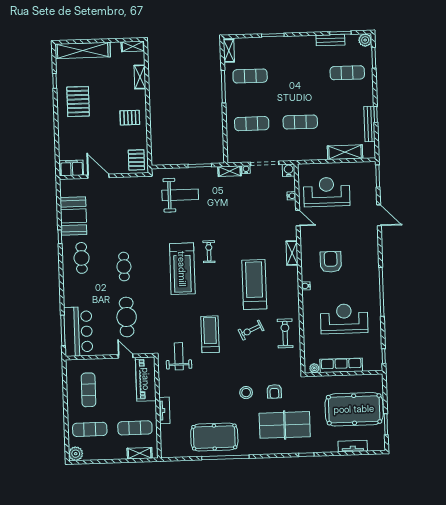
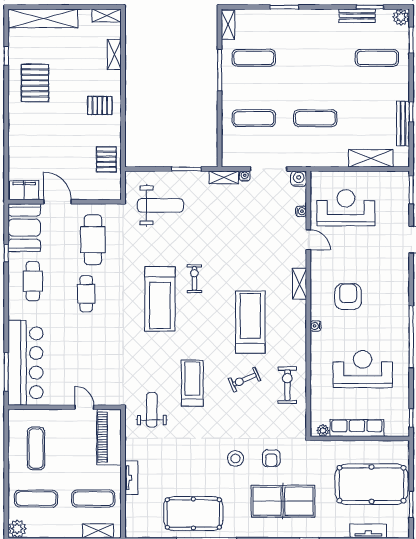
filing cabinet: (72, 168) -> (24, 190), moved
door: (98, 176) -> (58, 202), moved
wall: (104, 176) -> (65, 202), moved
cafe table: (127, 317) -> (93, 240), moved
bar counter: (78, 332) -> (25, 363), width x1.36

